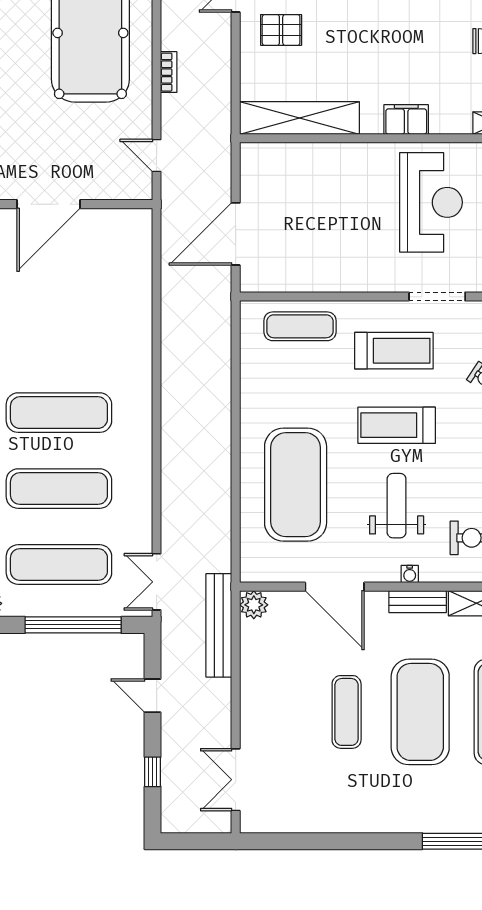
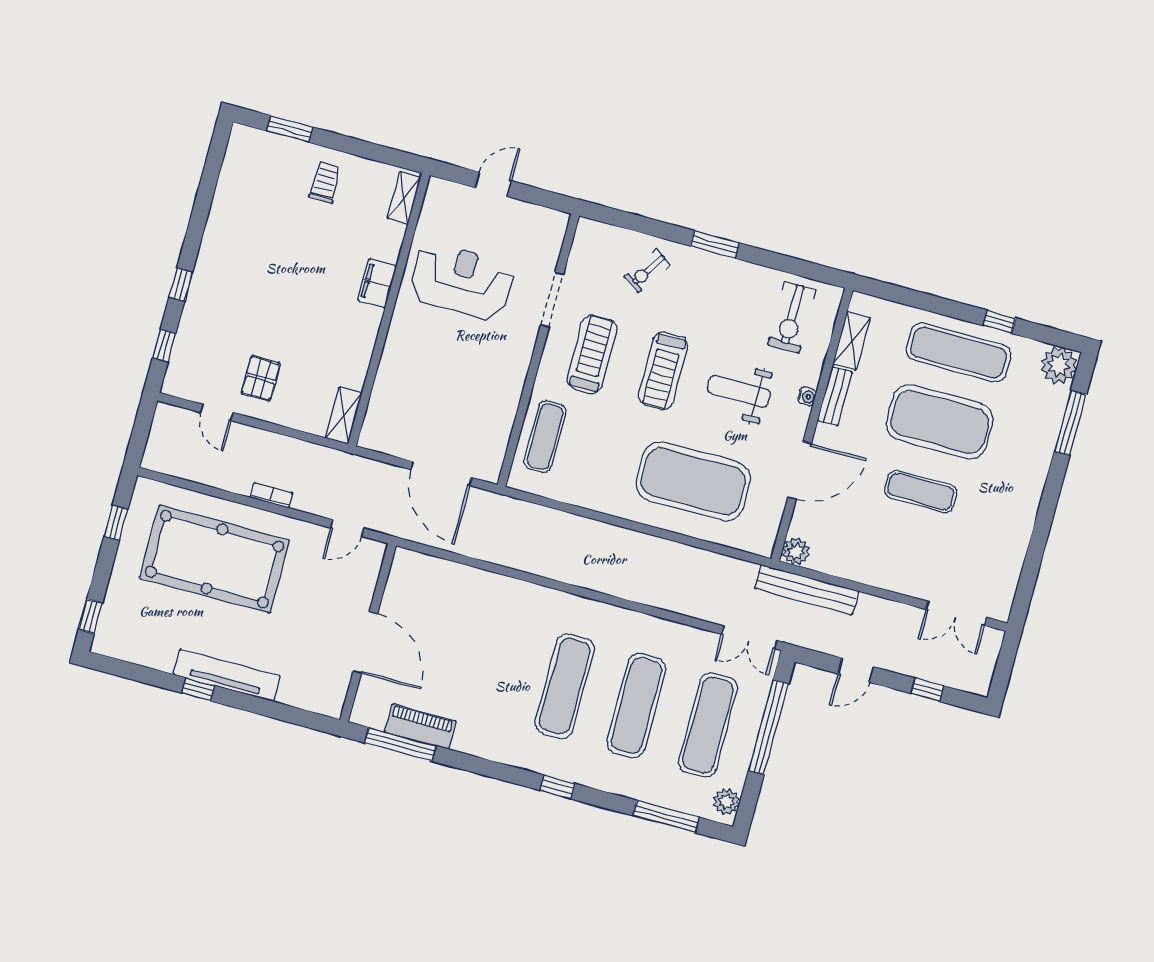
shelving: (299, 118) -> (344, 415), width x0.45, depth x0.75

